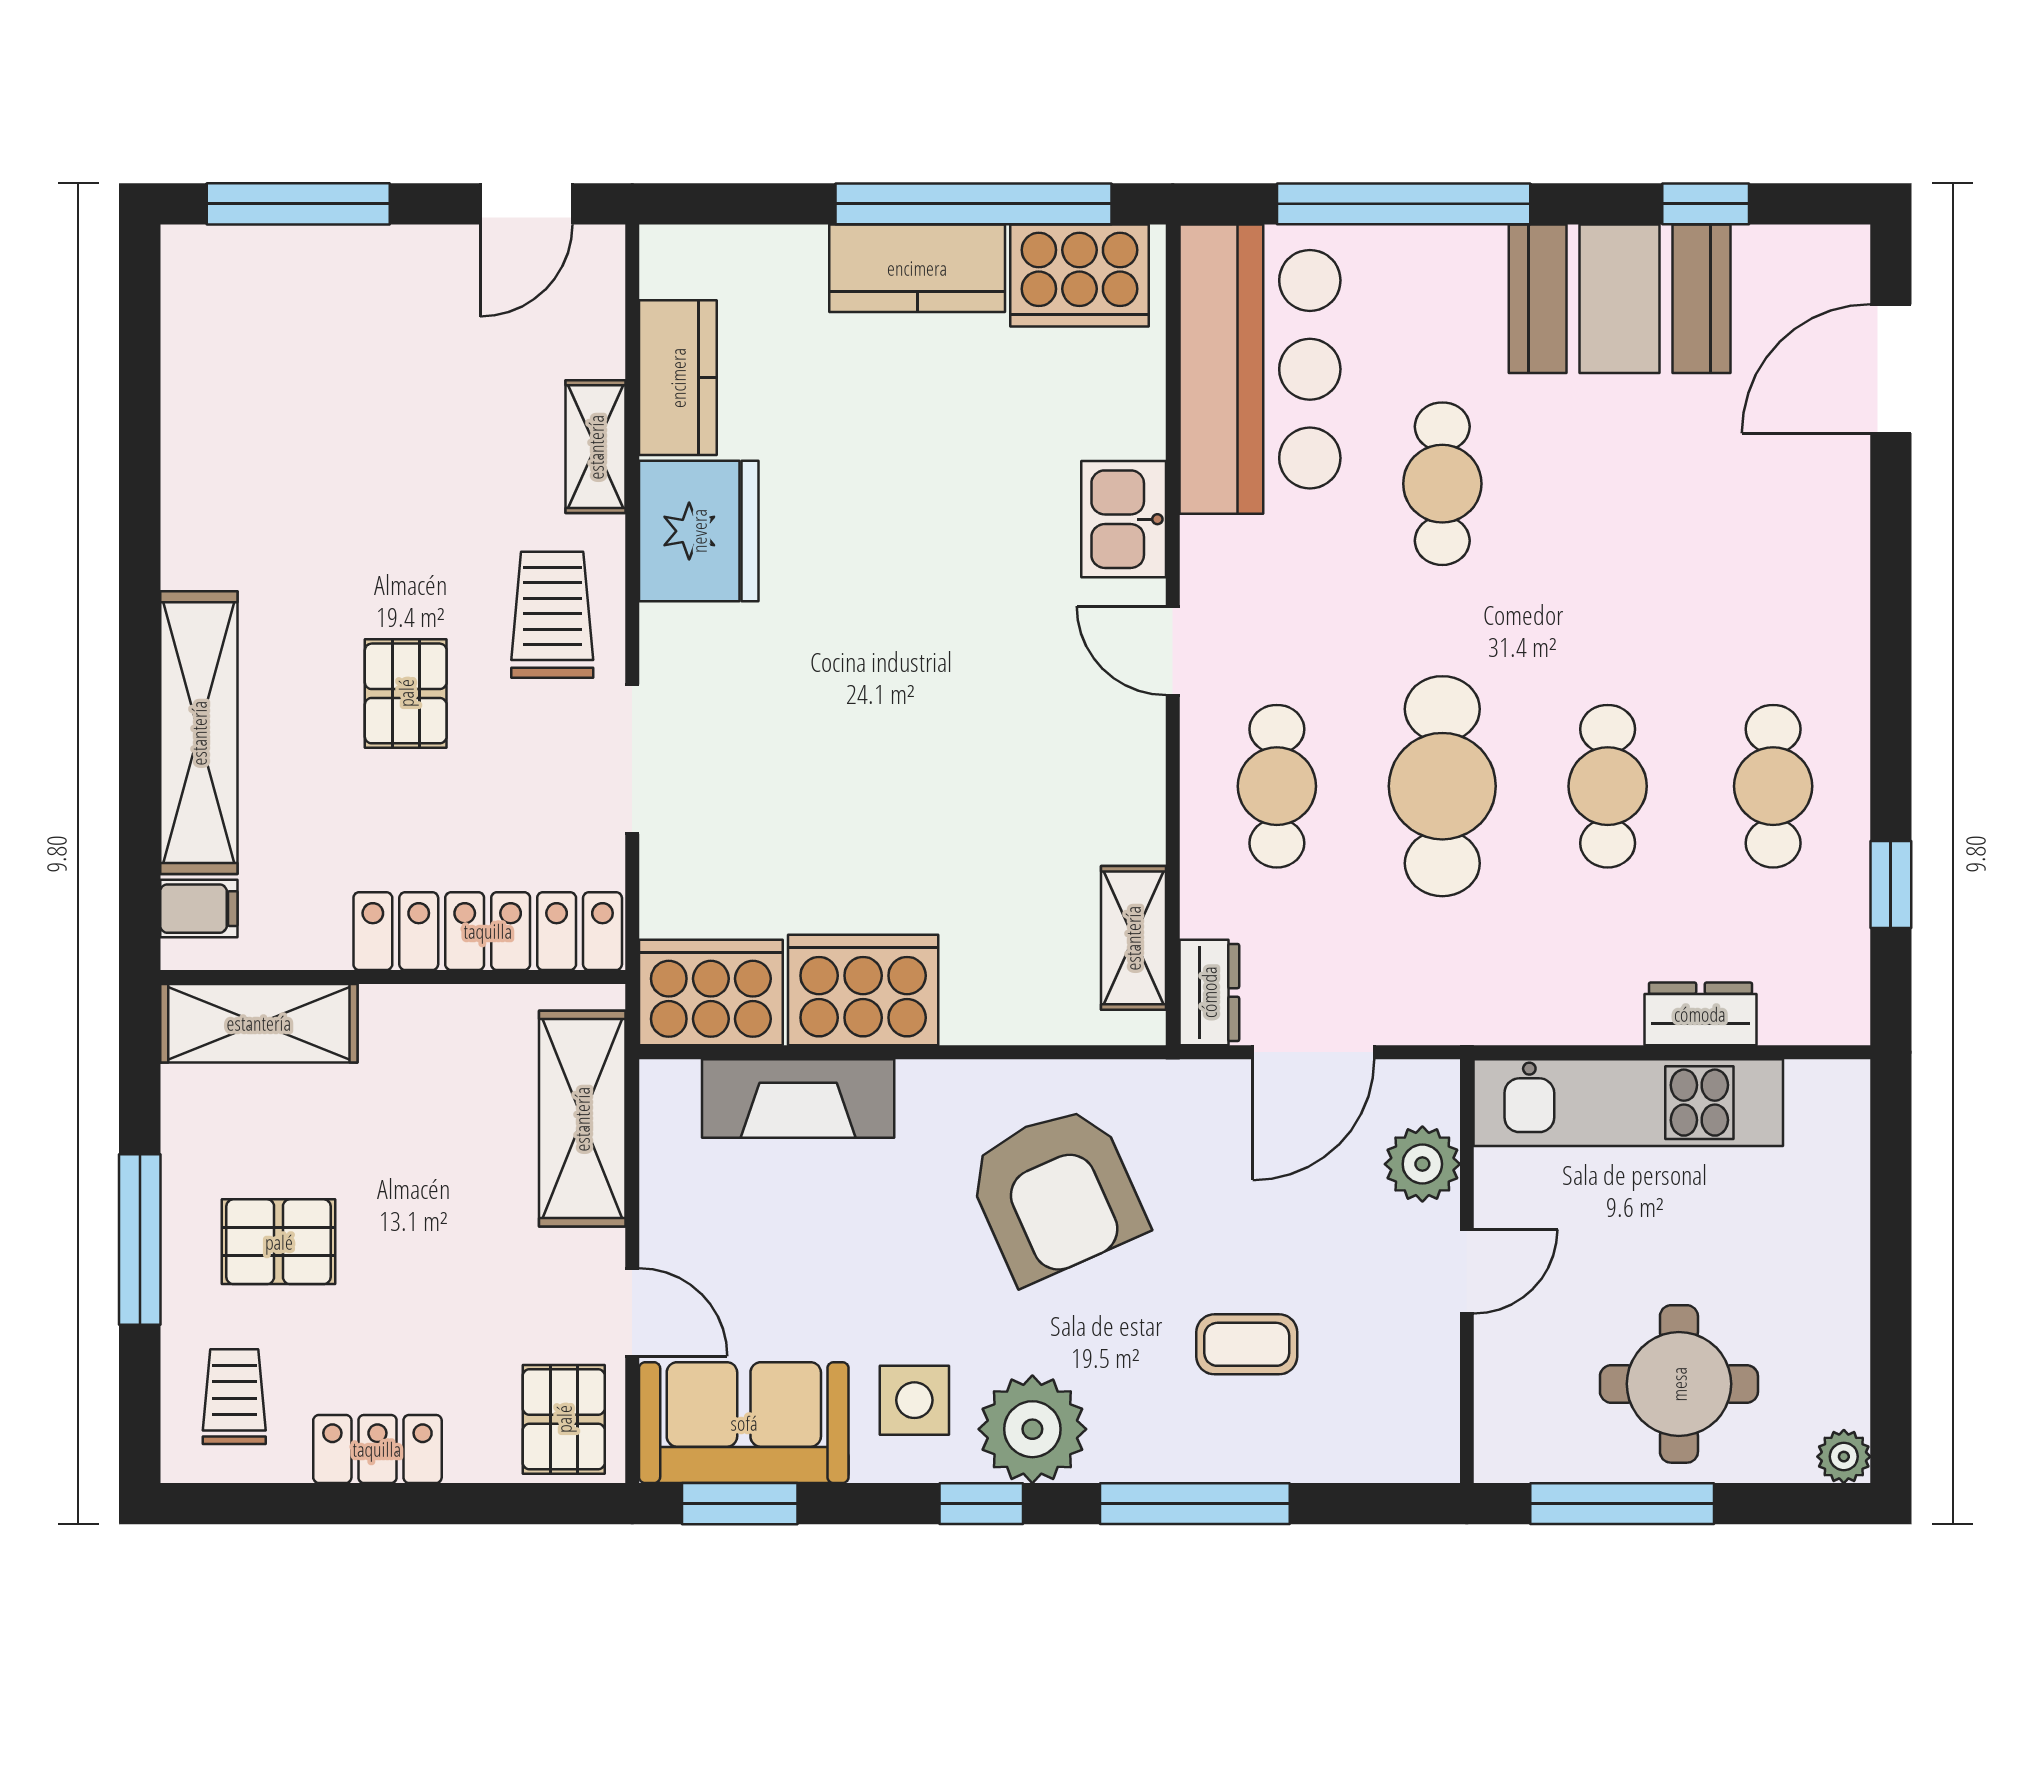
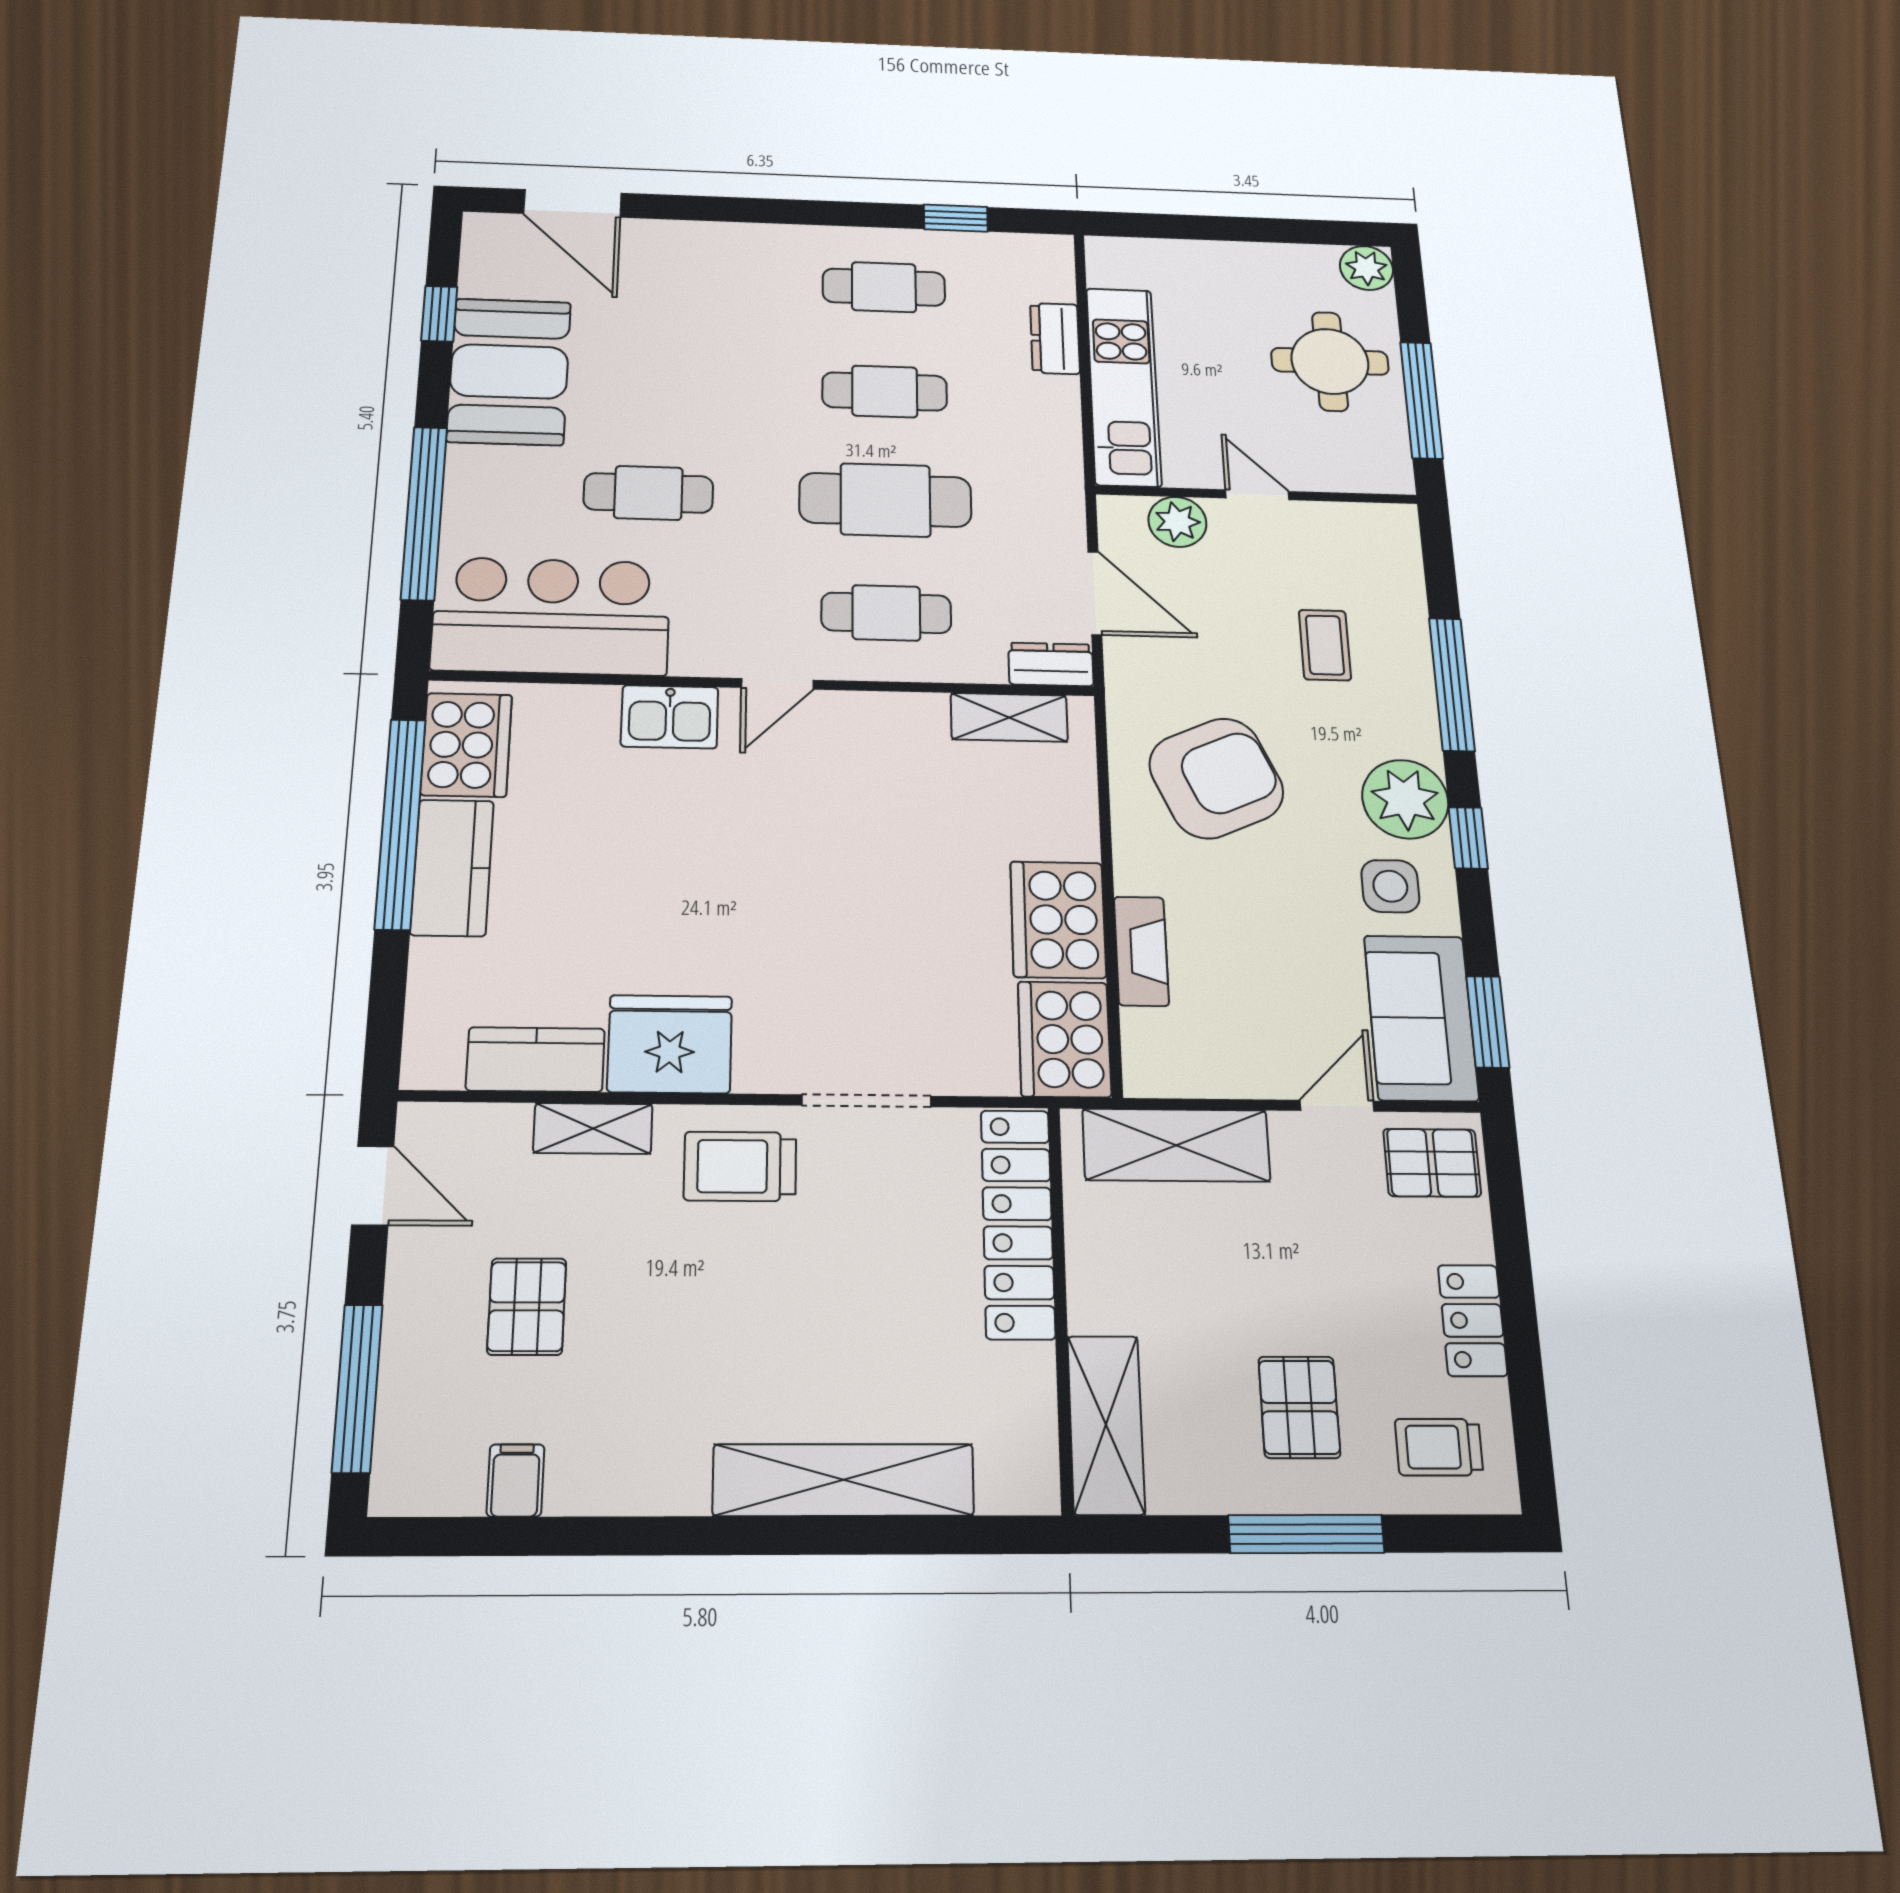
pallet: (406, 693) -> (527, 1306), moved, turned 90
filing cabinet: (199, 909) -> (516, 1480), moved
fireplace: (798, 1099) -> (1141, 951), width x0.73, depth x0.76
plant: (1844, 1457) -> (1366, 268), width x1.38, depth x1.38

